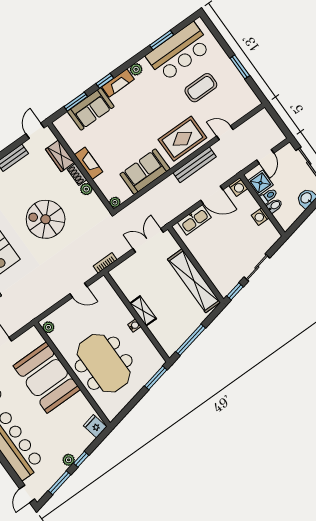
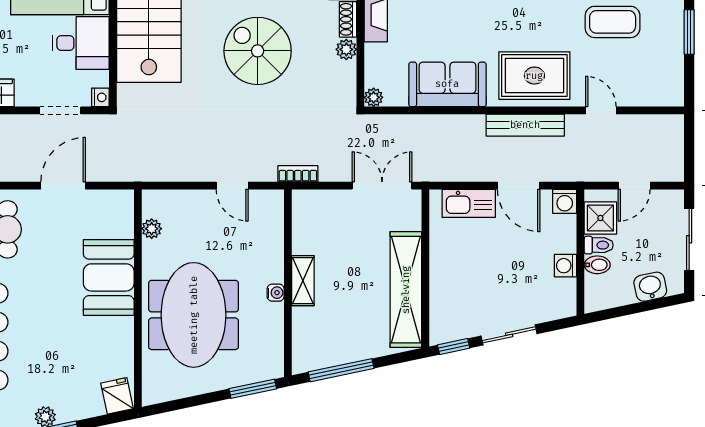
plant: (48, 327) -> (152, 229), moved
booth: (47, 378) -> (109, 277), width x0.73, depth x0.70

